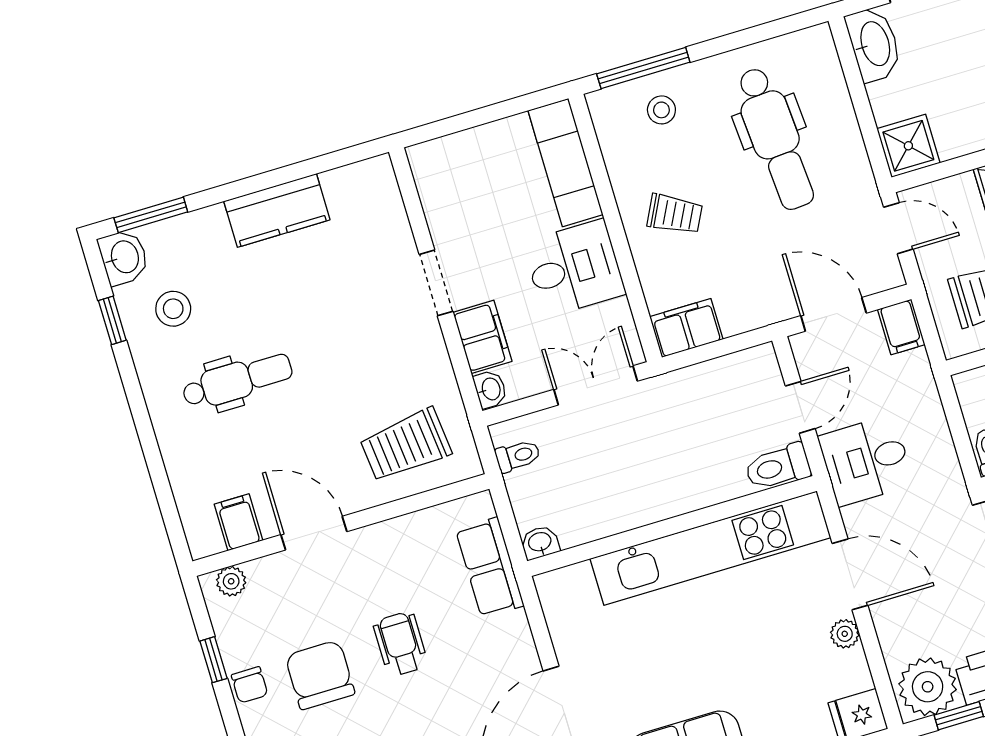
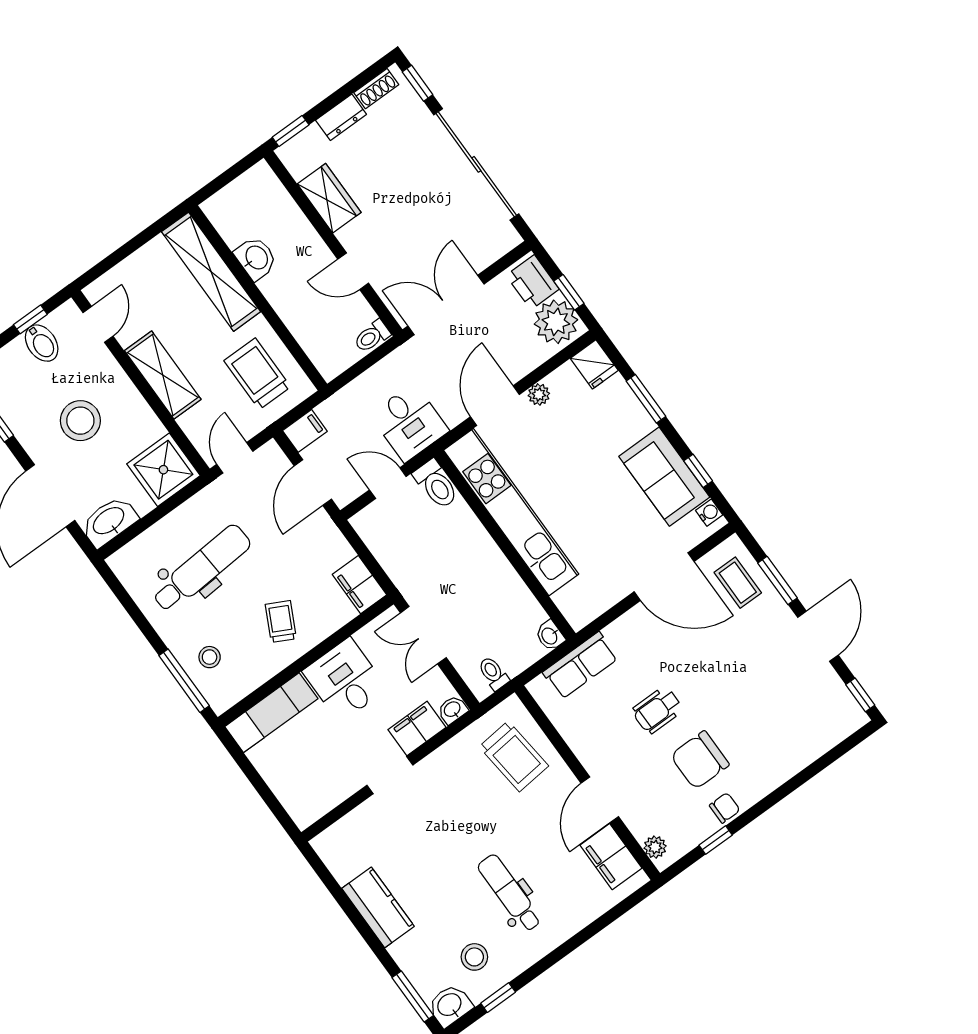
shower: (908, 146) -> (163, 470), width x1.36, depth x1.36
filing cabinet: (238, 522) -> (611, 857), width x2.00

